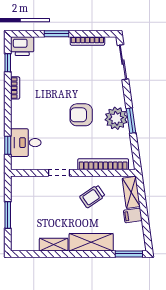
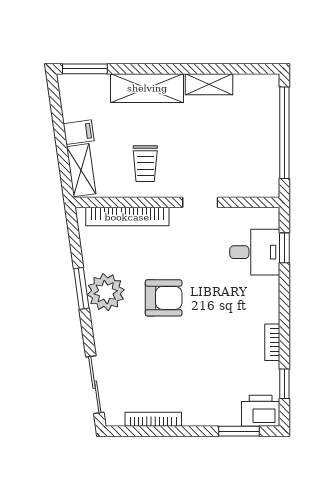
window: (56, 34) -> (239, 431), moved
trolley: (92, 196) -> (145, 164), turned 124
window: (8, 215) -> (284, 133), width x2.11

